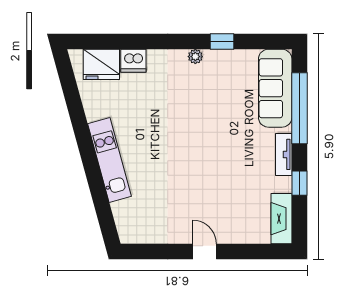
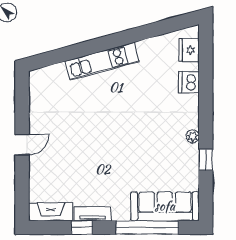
fridge: (101, 64) -> (189, 50), width x0.73, depth x0.75
tv unit: (284, 154) -> (93, 214), moved

